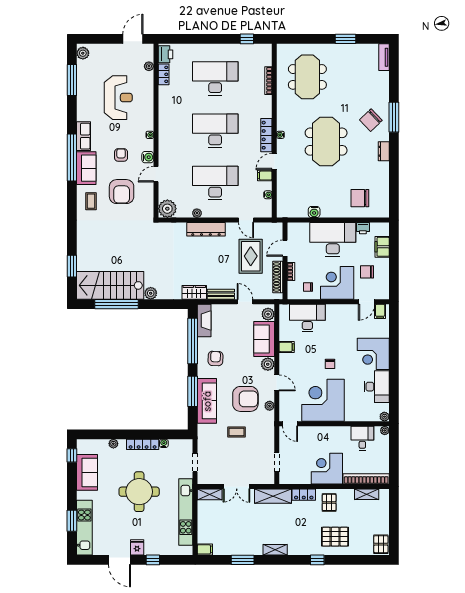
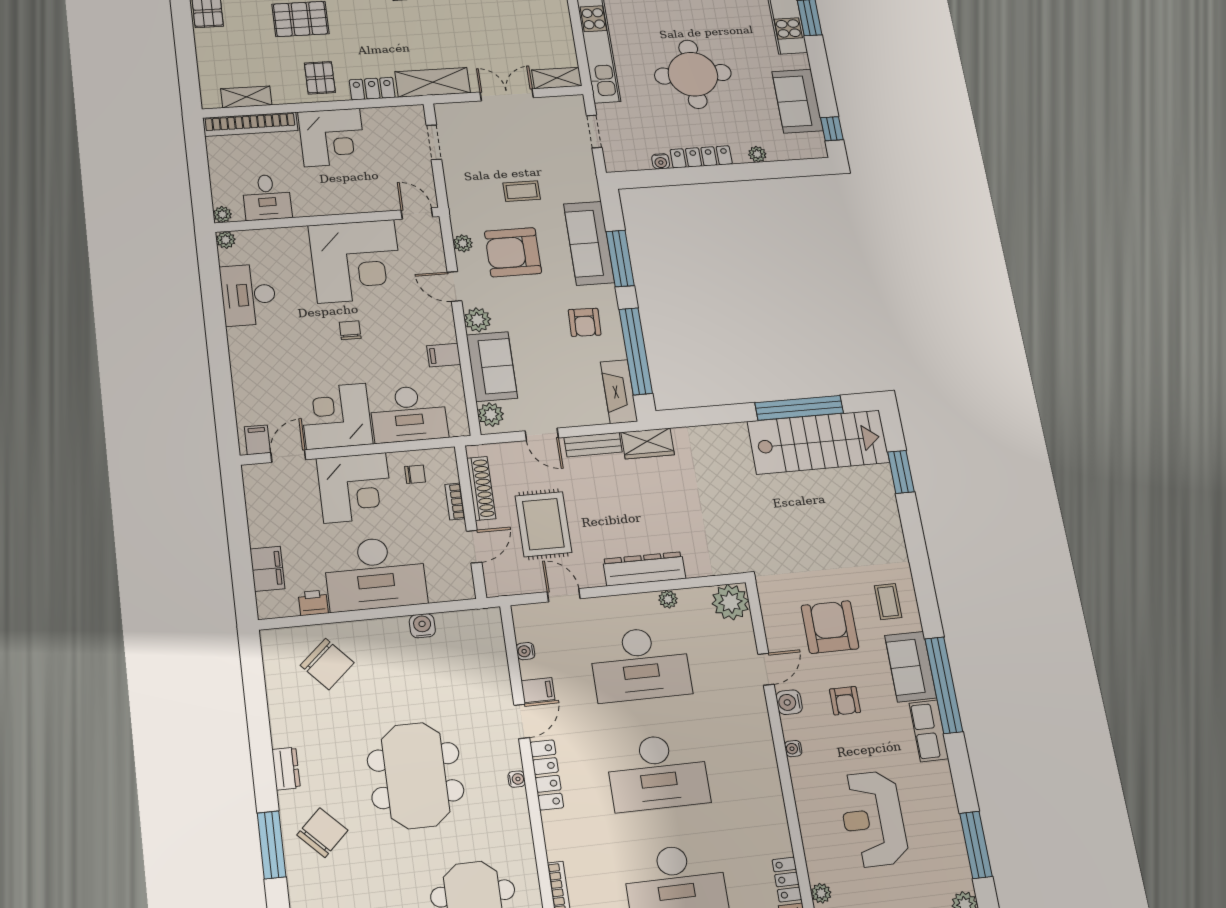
chair: (360, 198) -> (327, 664), turned 48
chair: (367, 272) -> (294, 515), removed
plant: (151, 293) -> (735, 434), removed
corner desk: (373, 354) -> (336, 416), moved, turned -90

